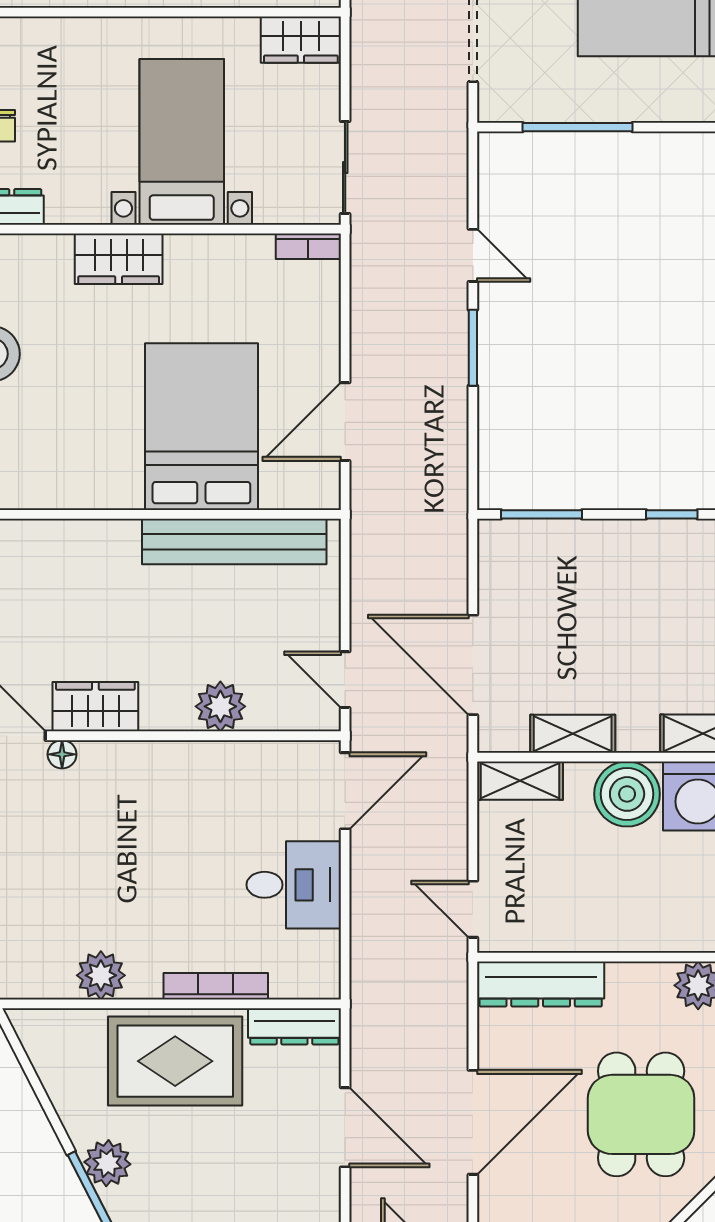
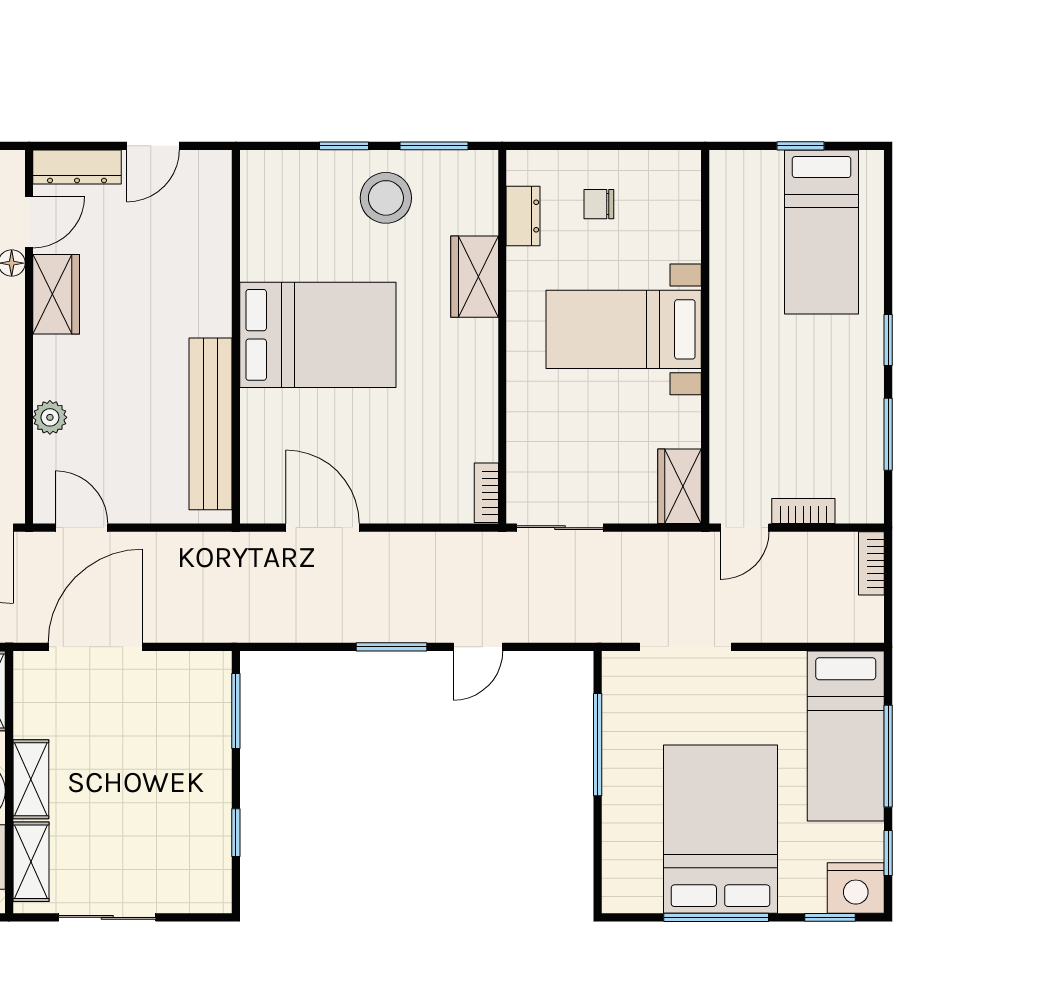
bed with nightstands: (182, 142) -> (624, 329), moved, turned 180
wardrobe: (119, 259) -> (475, 277), moved
bed: (201, 427) -> (318, 335), moved
door: (345, 680) -> (82, 528), hinge flipped
plant: (220, 706) -> (50, 417), width x0.73, depth x0.73
shelving: (573, 734) -> (31, 779), moved

